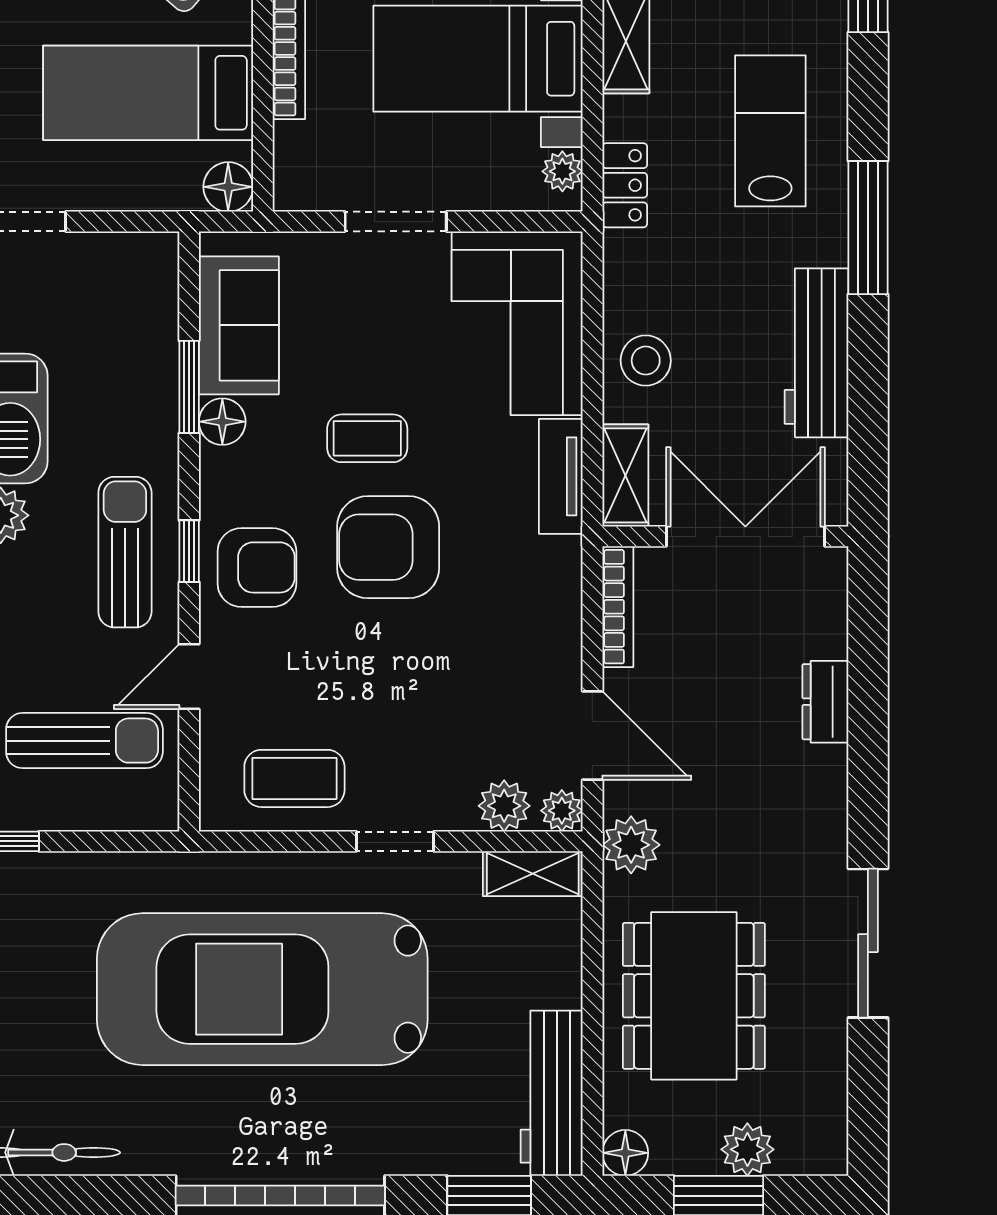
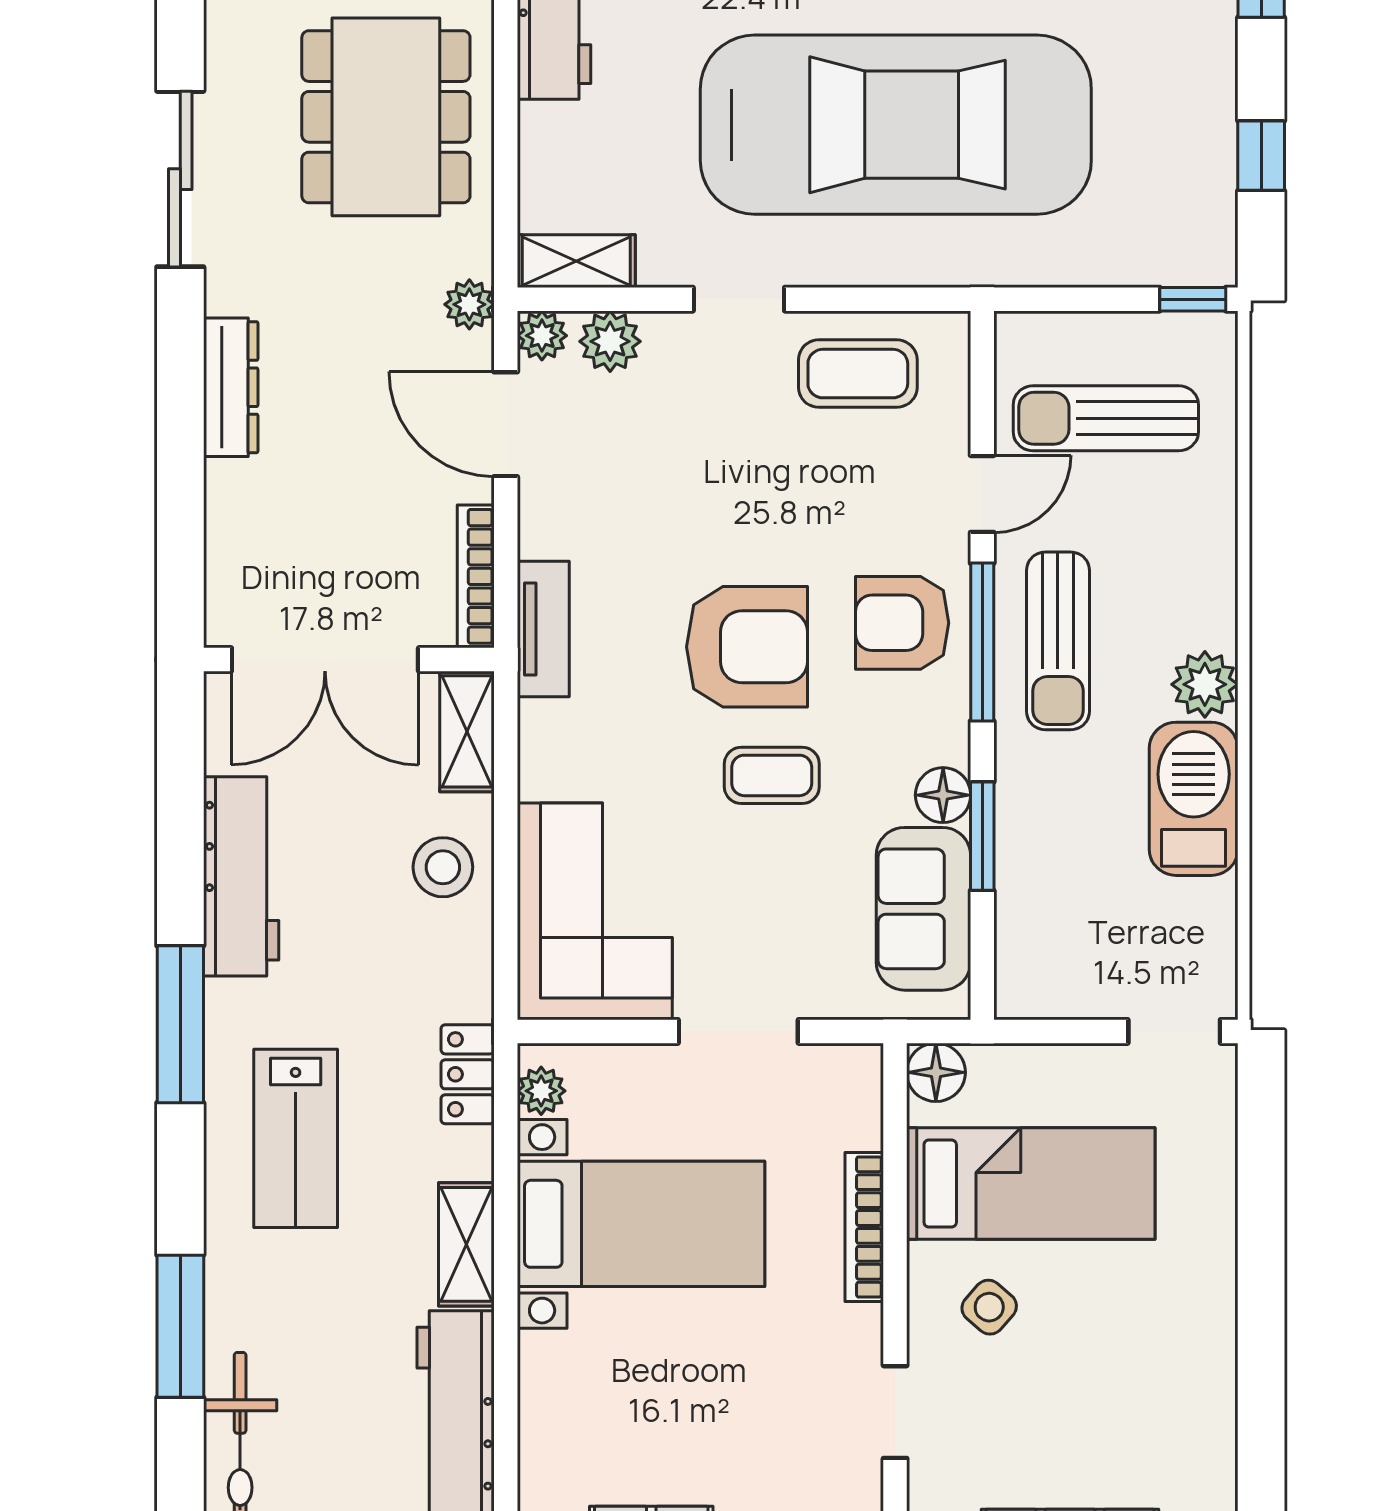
tv unit: (561, 476) -> (543, 629), moved
window: (189, 551) -> (982, 642), width x2.17
dresser: (825, 702) -> (231, 387), moved, width x1.44
plant: (631, 845) -> (469, 304), width x0.73, depth x0.73

